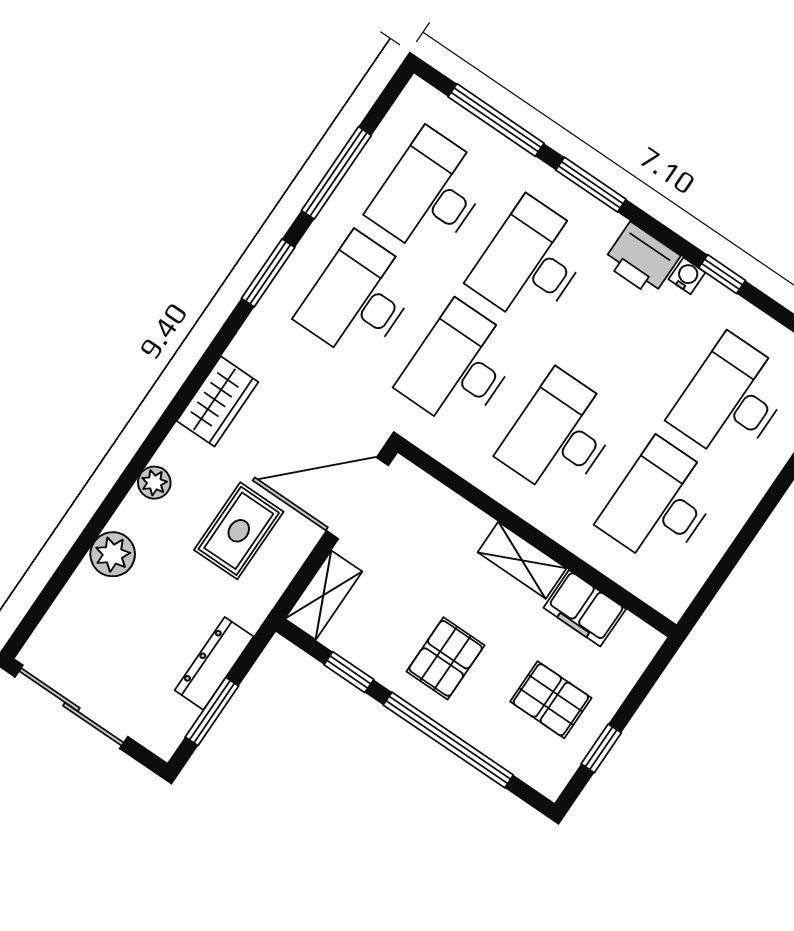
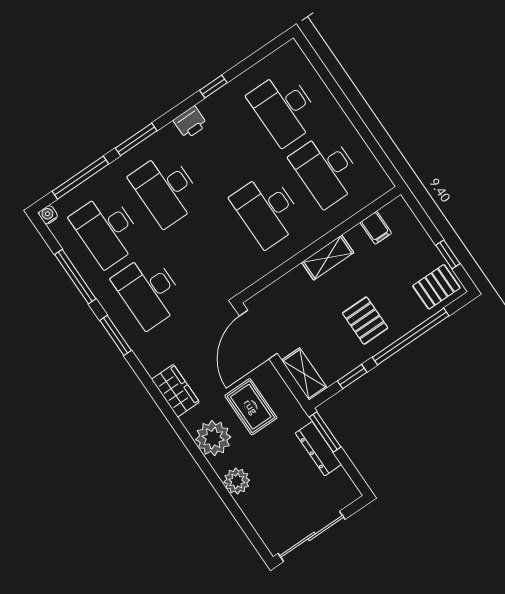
printer: (641, 259) -> (190, 123), width x0.73, depth x0.81
water cooler: (687, 276) -> (48, 215), moved
desk: (459, 367) -> (208, 251), removed
plant: (154, 483) -> (213, 438), width x1.87, depth x1.87
filing cabinet: (585, 608) -> (376, 228), width x0.50
pallet: (551, 700) -> (436, 287), moved
window: (212, 712) -> (325, 432), moved

